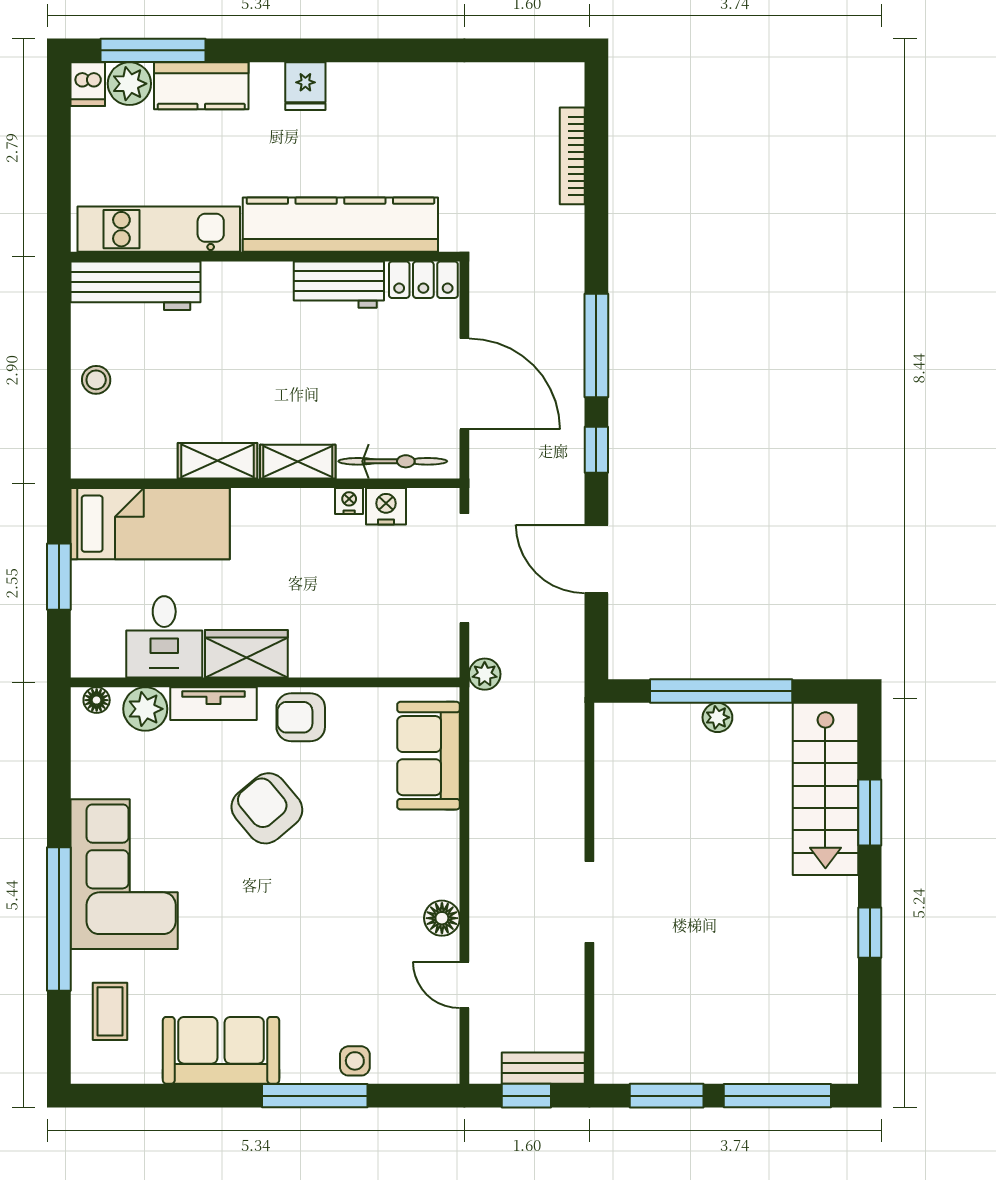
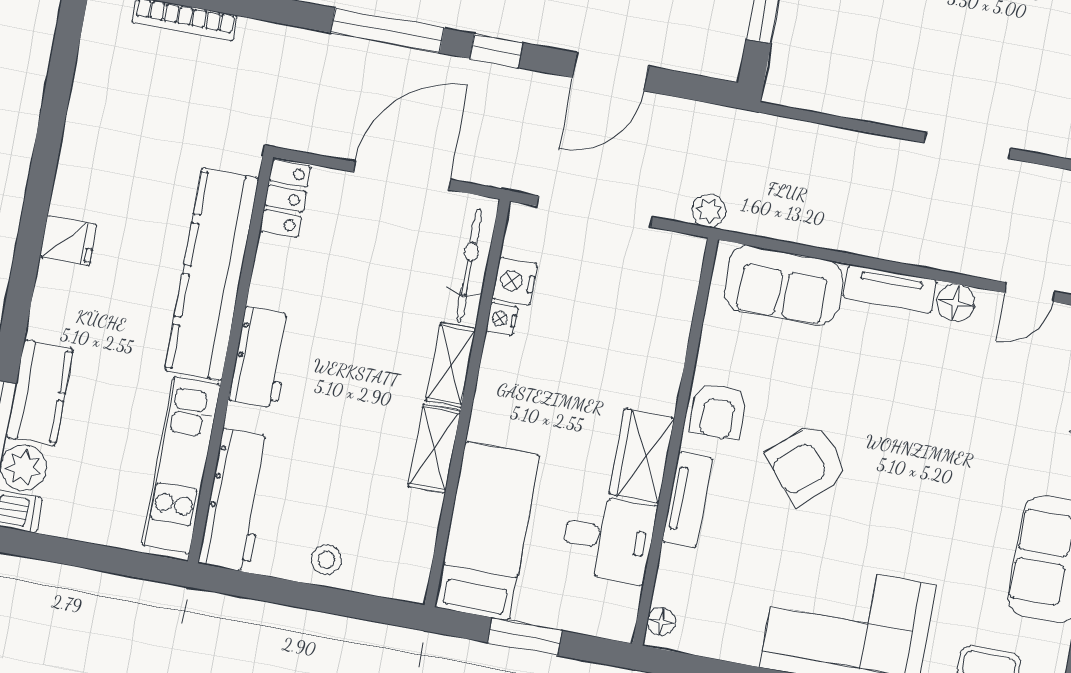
fridge: (305, 86) -> (68, 240), moved
workbench: (339, 285) -> (261, 357), moved
plant: (145, 709) -> (680, 572), removed
tv unit: (443, 855) -> (890, 289), added

